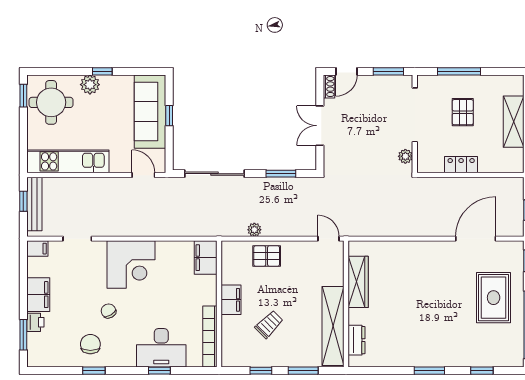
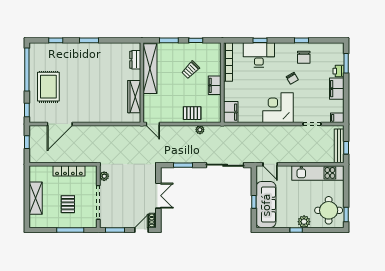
locker: (461, 165) -> (69, 171), width x1.53

